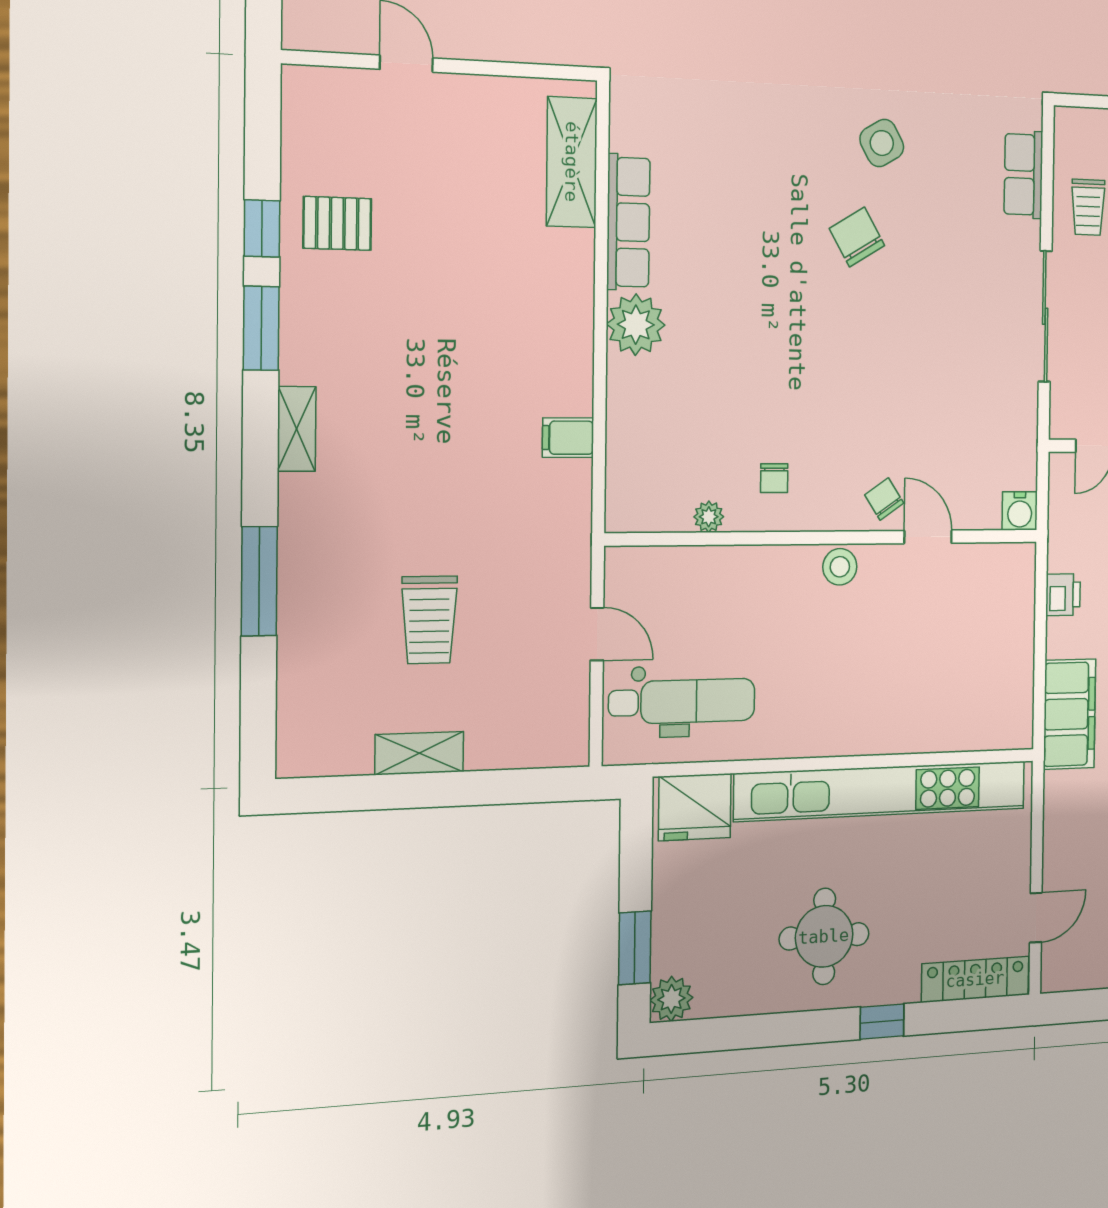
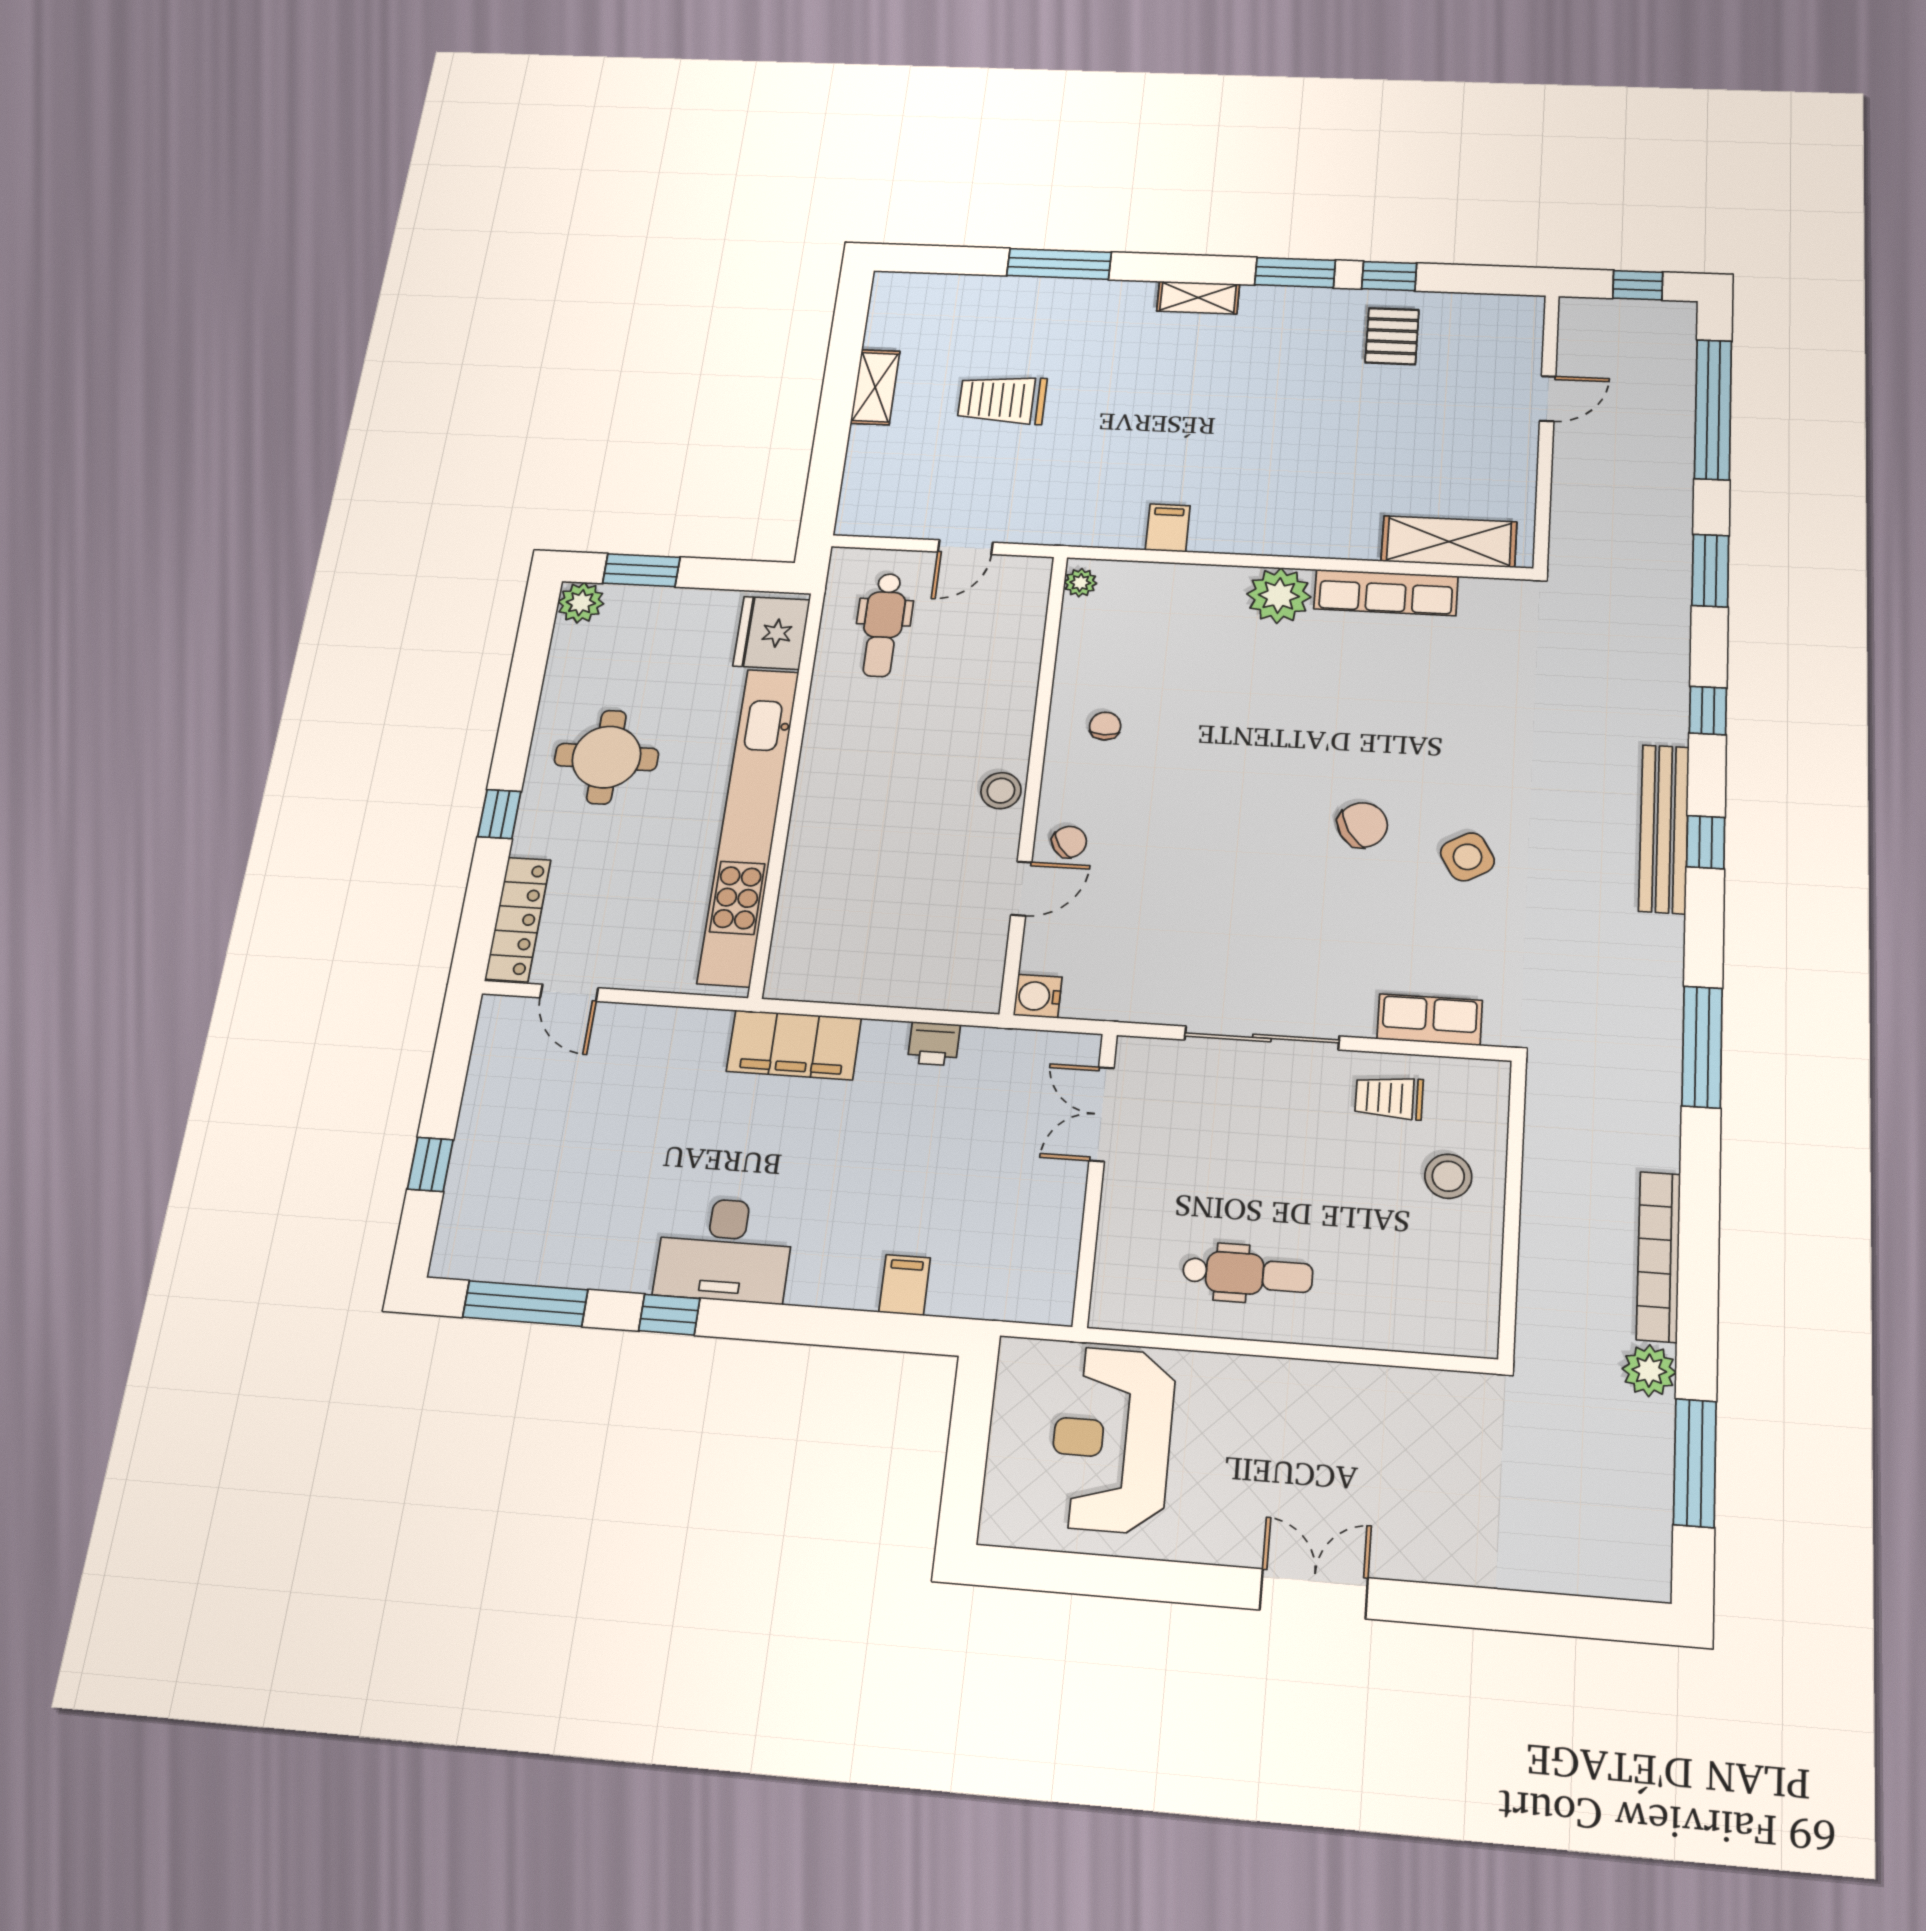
chair: (774, 478) -> (1105, 726), turned 90
plant: (709, 517) -> (1080, 583), moved
dental chair: (682, 701) -> (883, 625), width x0.73, depth x0.72

